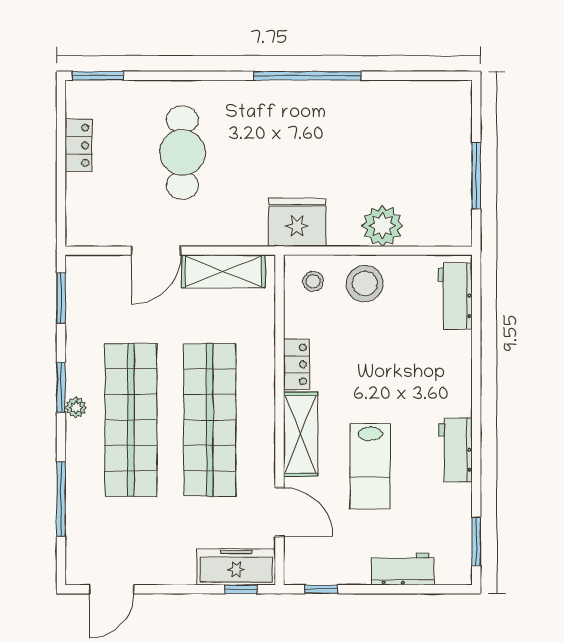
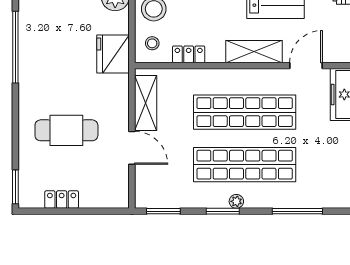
locker: (296, 364) -> (189, 54), moved

